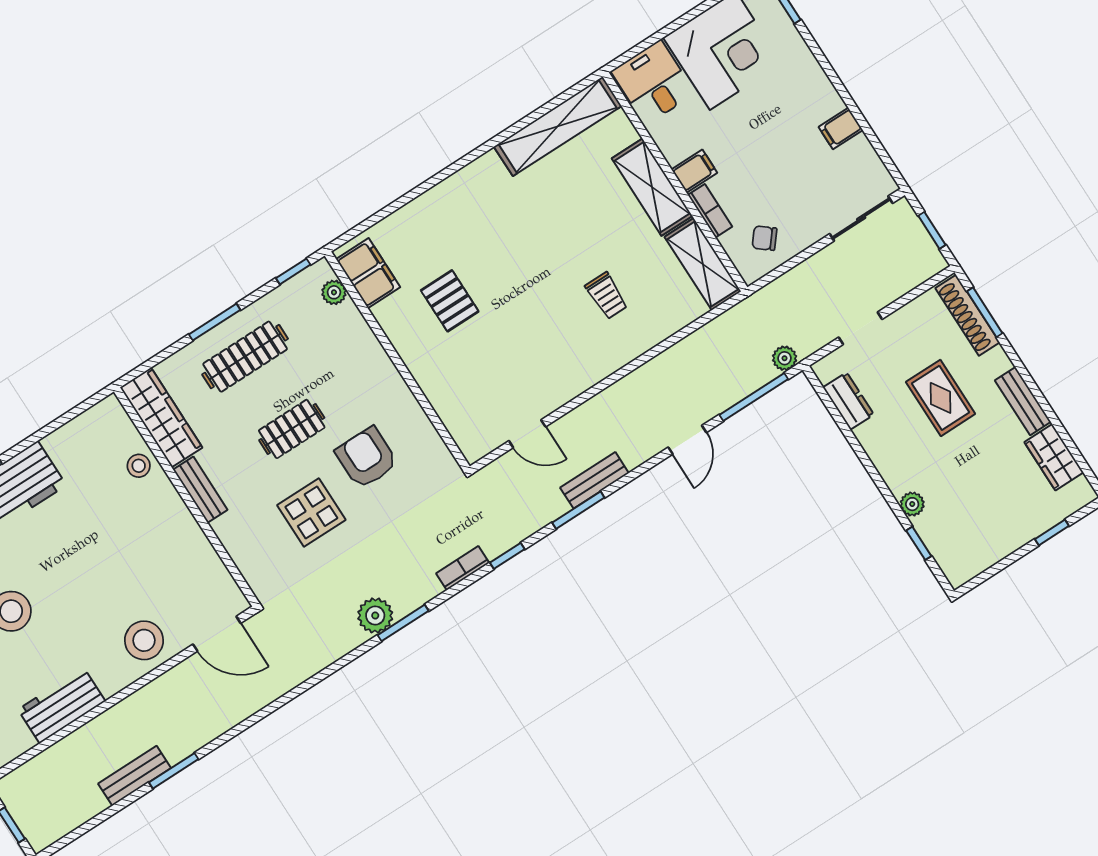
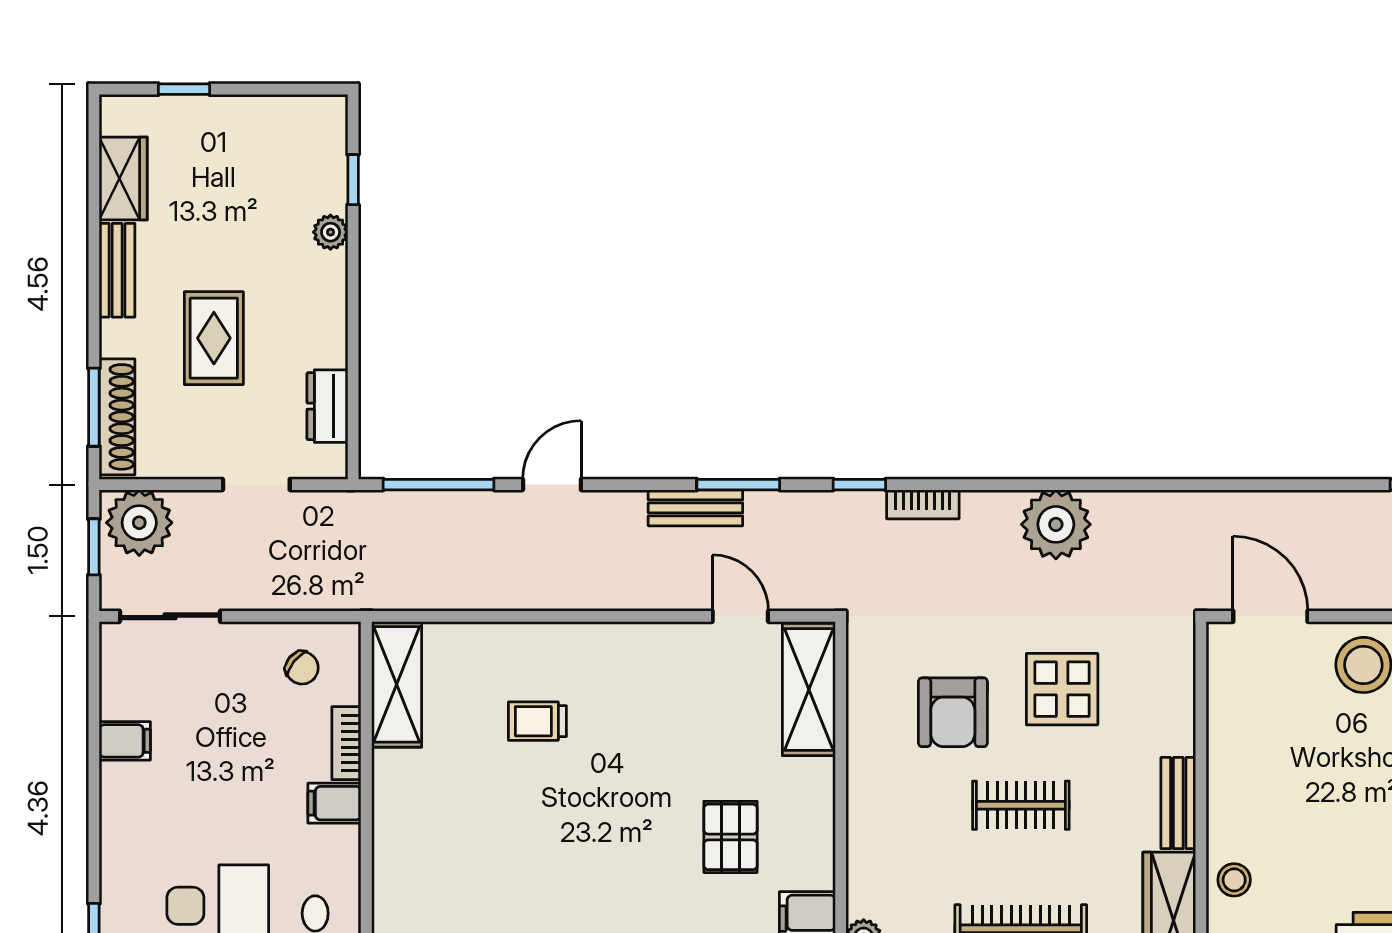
shelving: (652, 187) -> (809, 690), moved
trolley: (607, 296) -> (537, 721), turned -90
plant: (785, 358) -> (139, 523), moved, width x1.87, depth x1.87
plant: (375, 615) -> (1056, 524), width x1.36, depth x1.36
window: (403, 623) -> (1037, 485), removed

